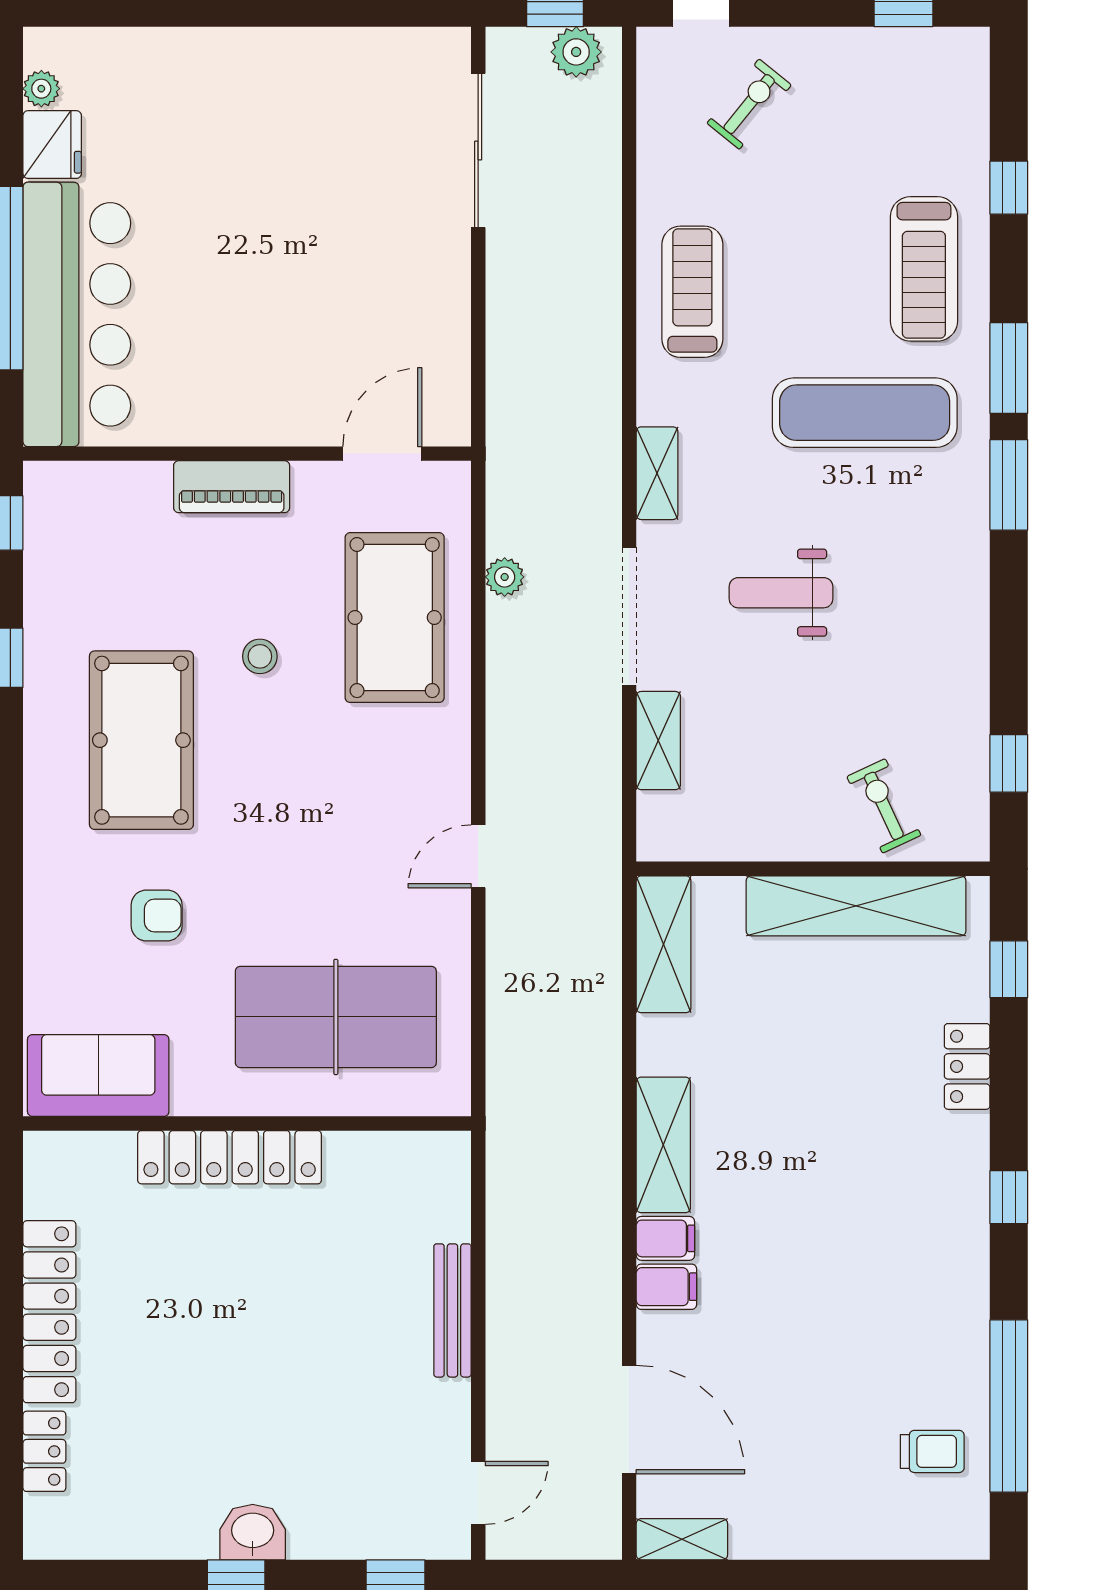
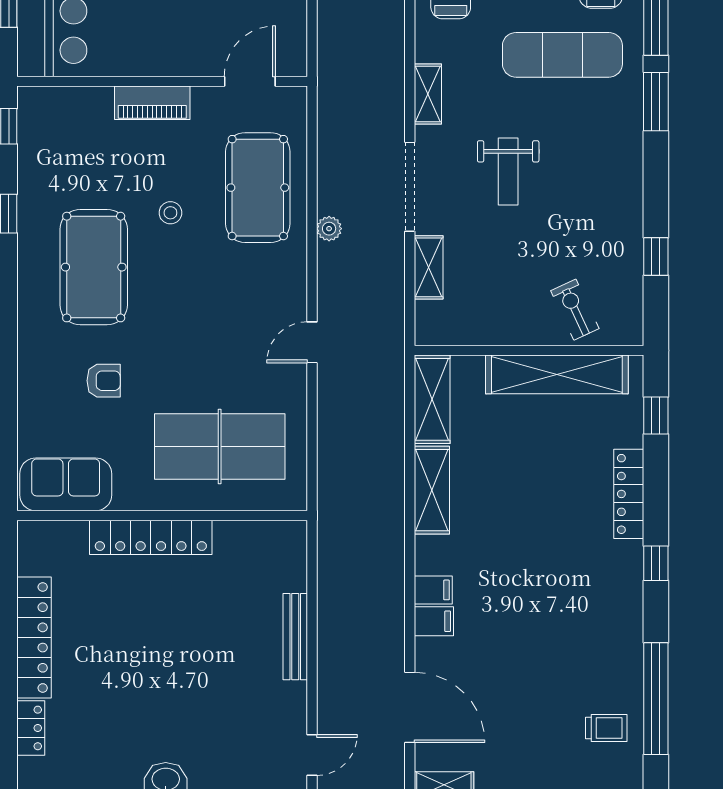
plant: (505, 577) -> (329, 229), moved
weight bench: (781, 593) -> (508, 172), turned -90
window: (1009, 763) -> (656, 257), moved
locker: (967, 1066) -> (629, 494), width x1.53
shelving: (663, 1145) -> (432, 490), moved

